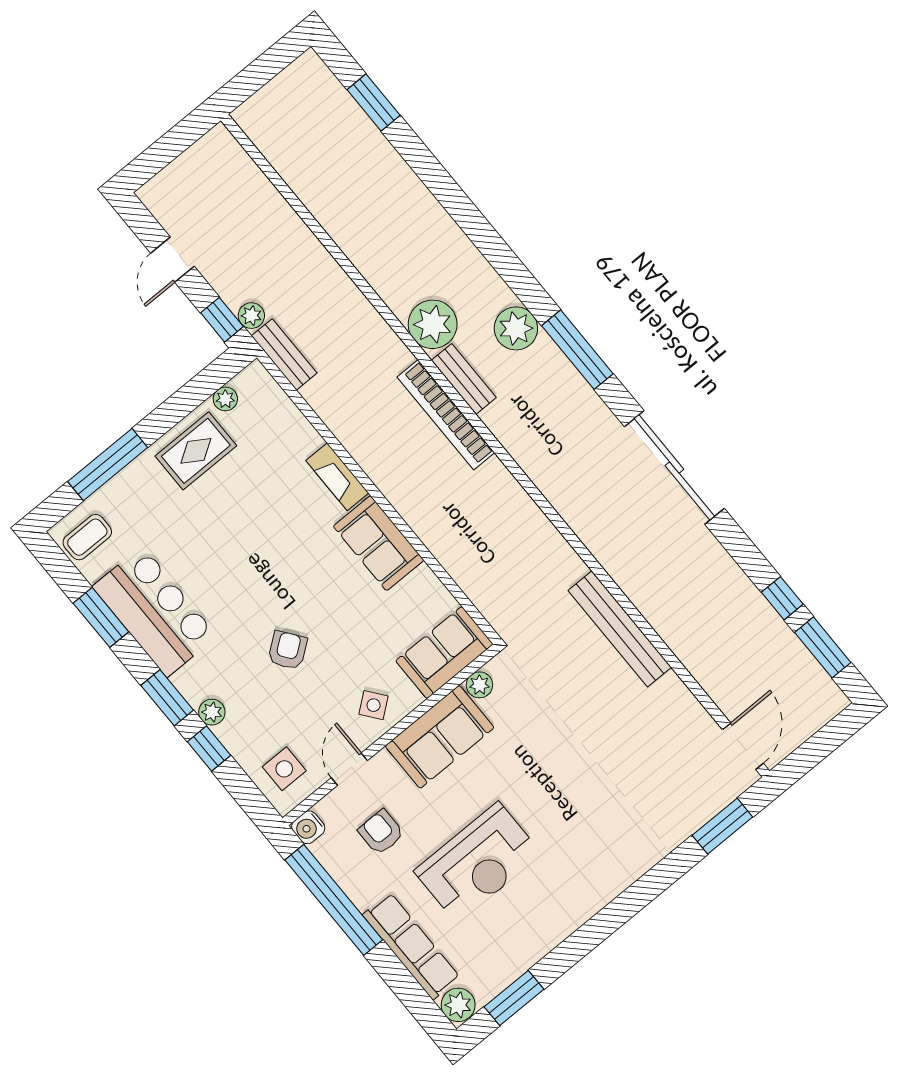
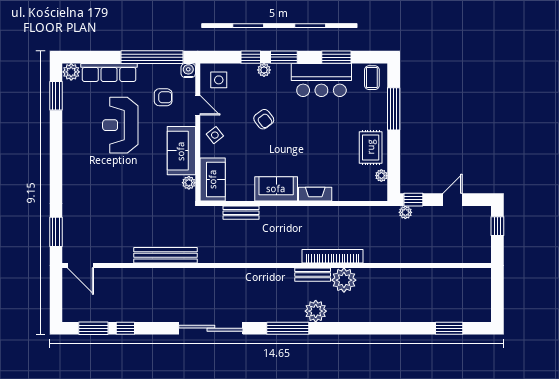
window: (156, 157) -> (497, 226), added
door: (173, 260) -> (452, 200), hinge flipped
bench: (284, 354) -> (241, 213), moved
bookcase: (446, 415) -> (332, 256), moved

